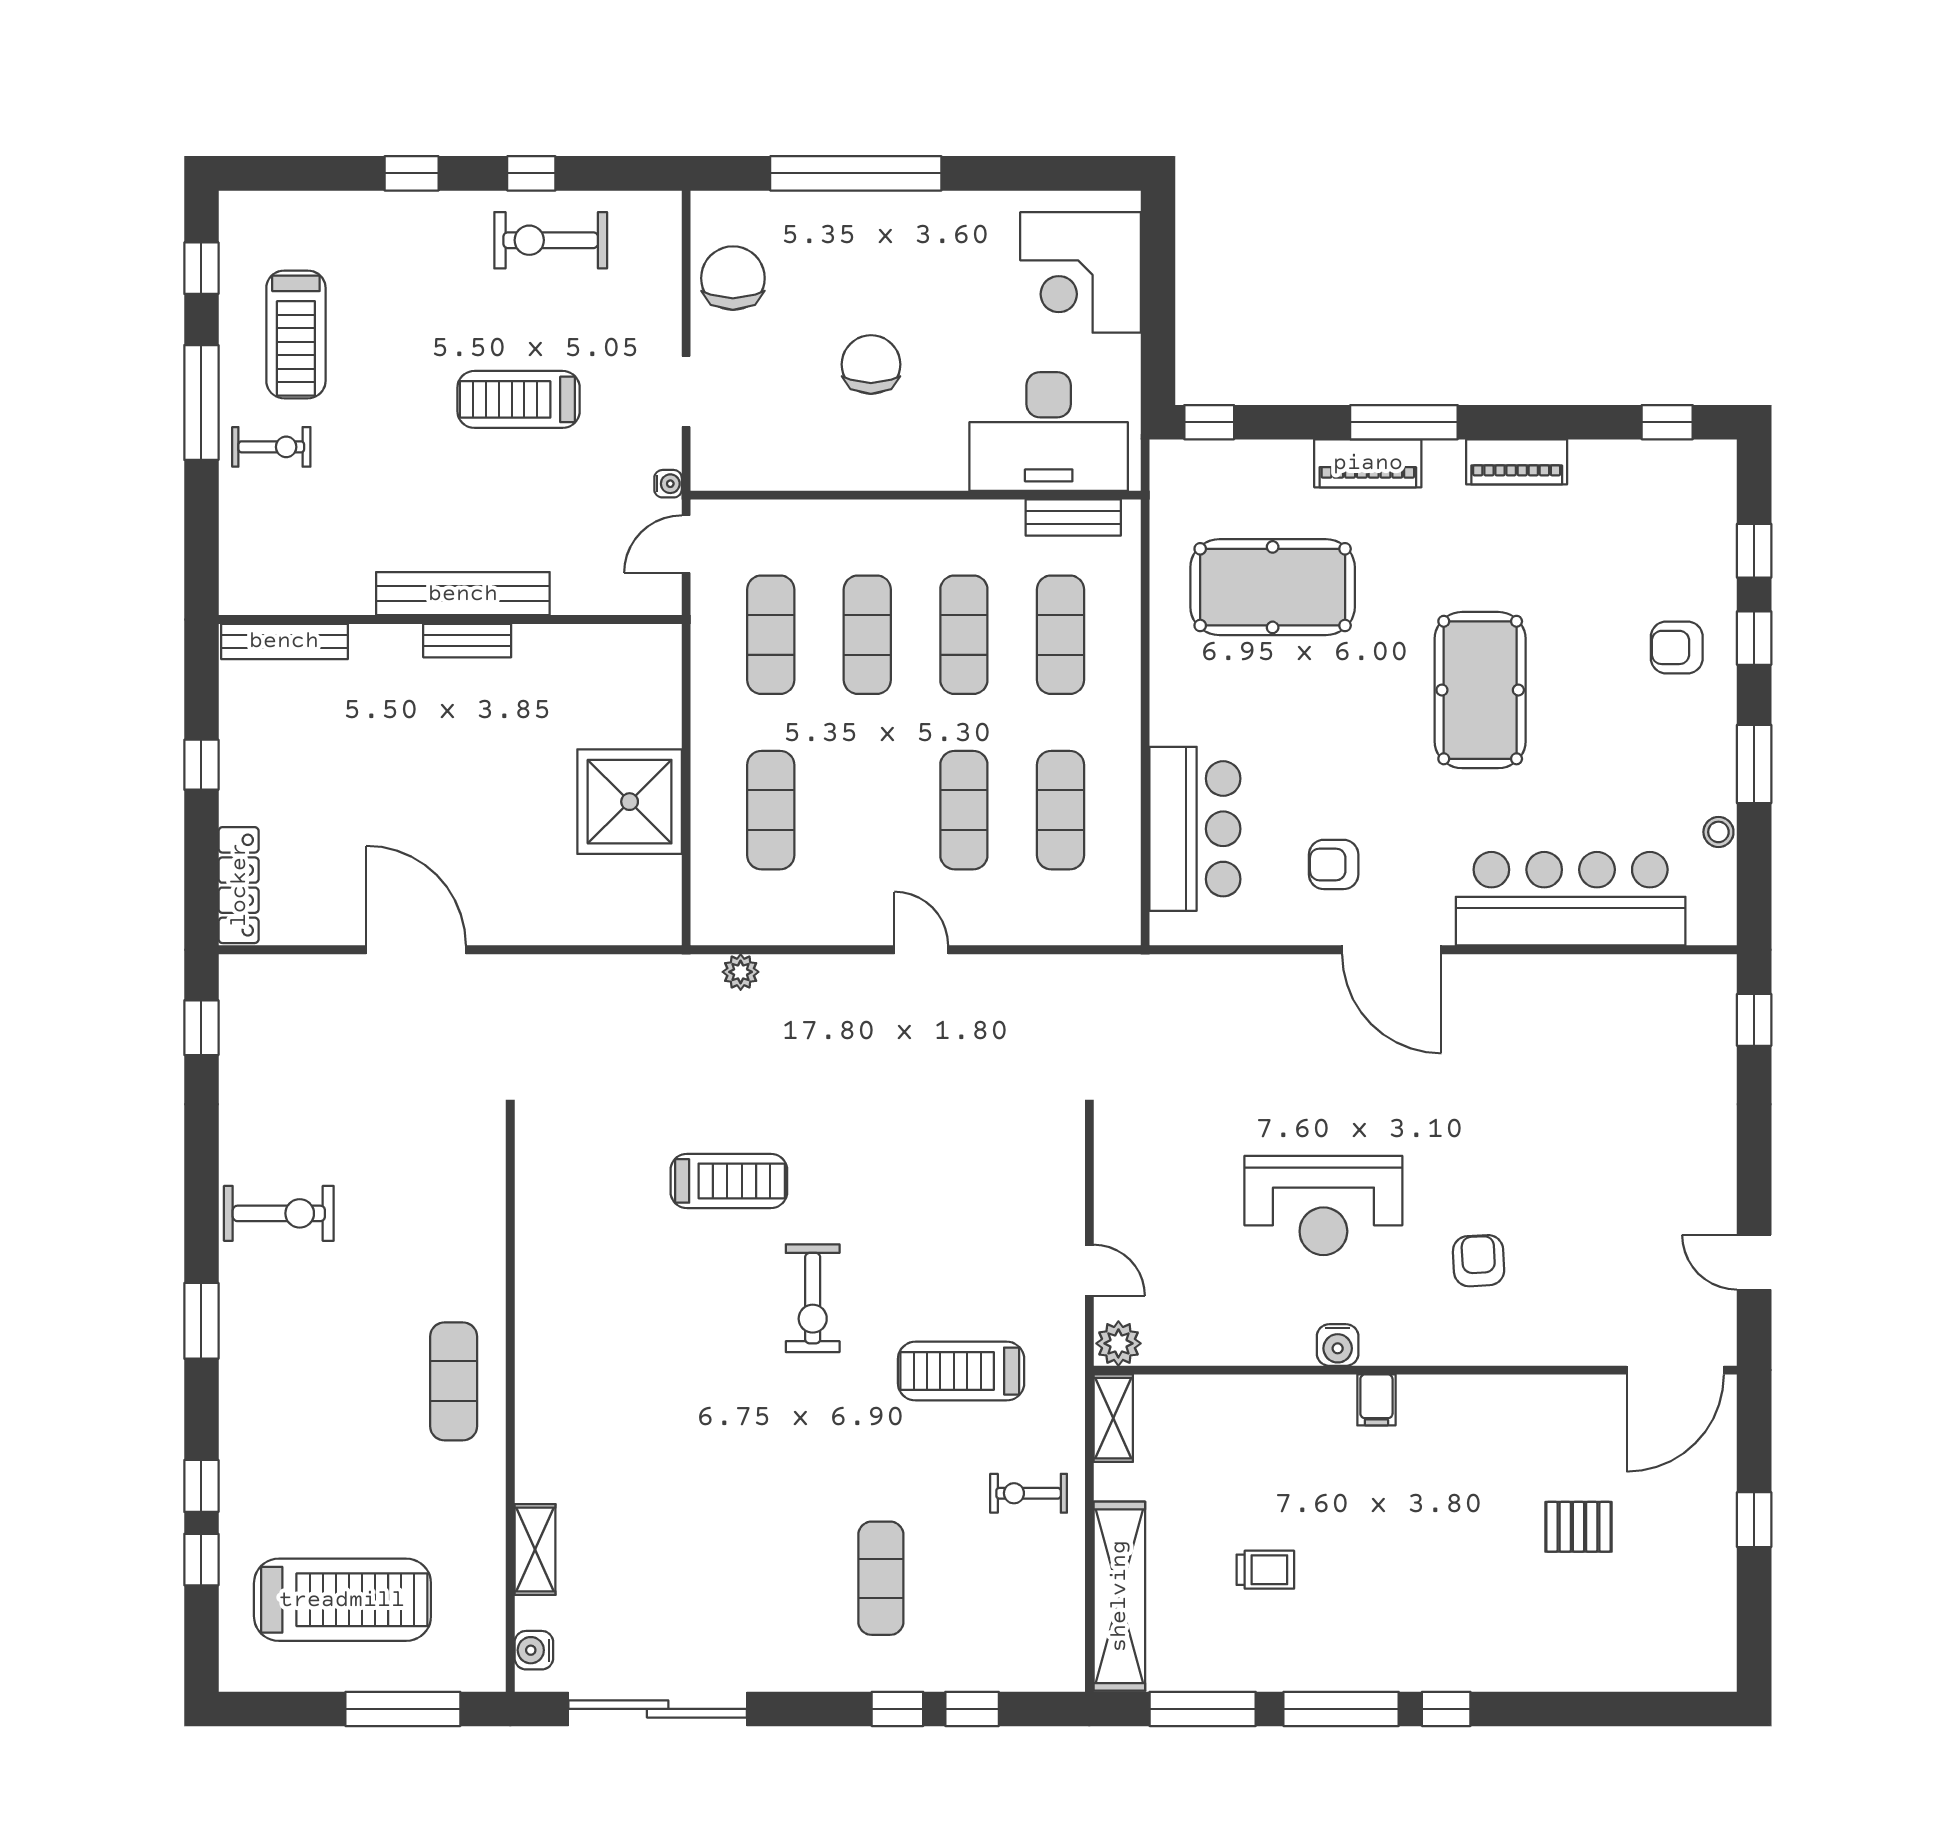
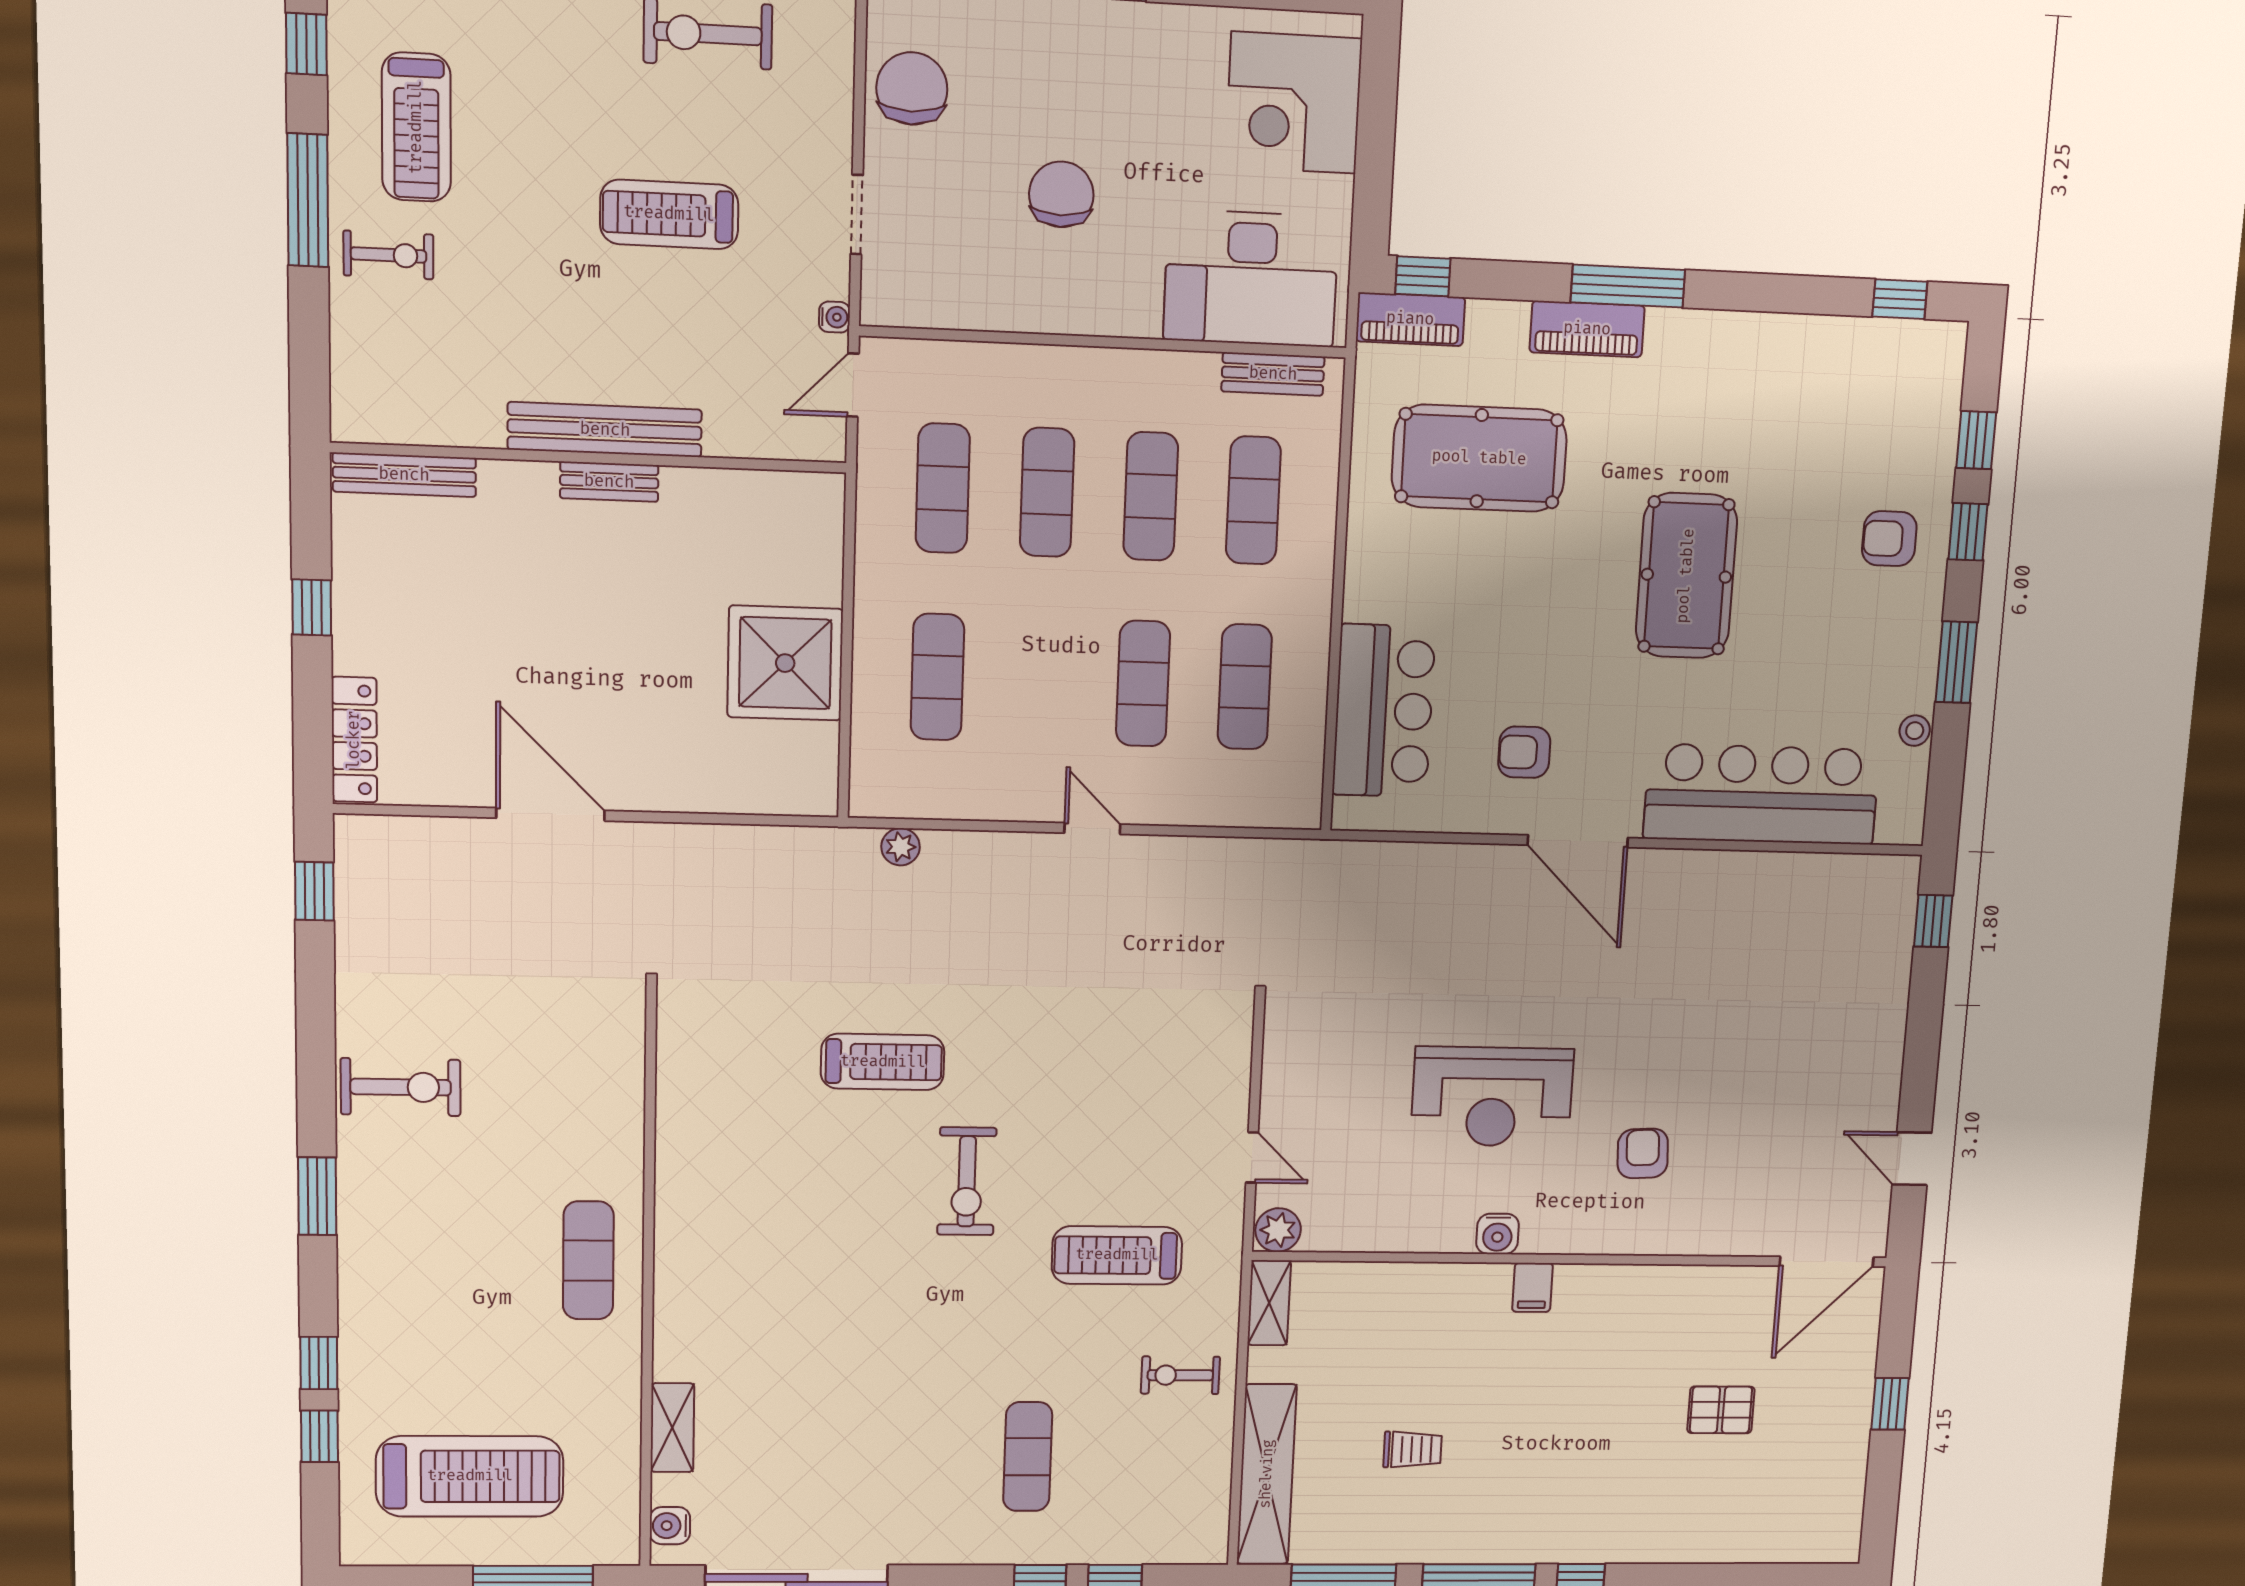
piano: (1517, 462) -> (1410, 319), moved

